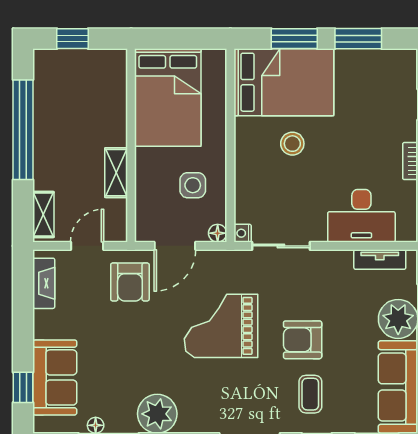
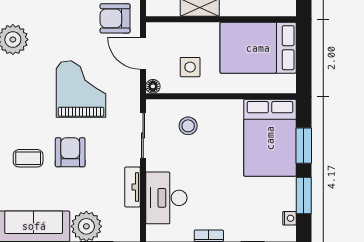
stool: (292, 144) -> (188, 126), moved
nightstand: (243, 233) -> (289, 218), moved, turned 90
tv unit: (380, 260) -> (132, 187), moved

